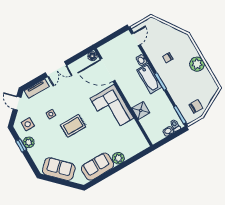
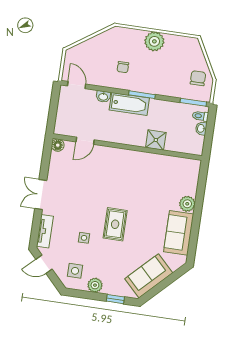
double door: (56, 69) -> (41, 194), swing flipped
door: (108, 70) -> (85, 141), width x0.53
corner sofa: (112, 108) -> (129, 168), removed
window: (21, 145) -> (115, 299), moved

